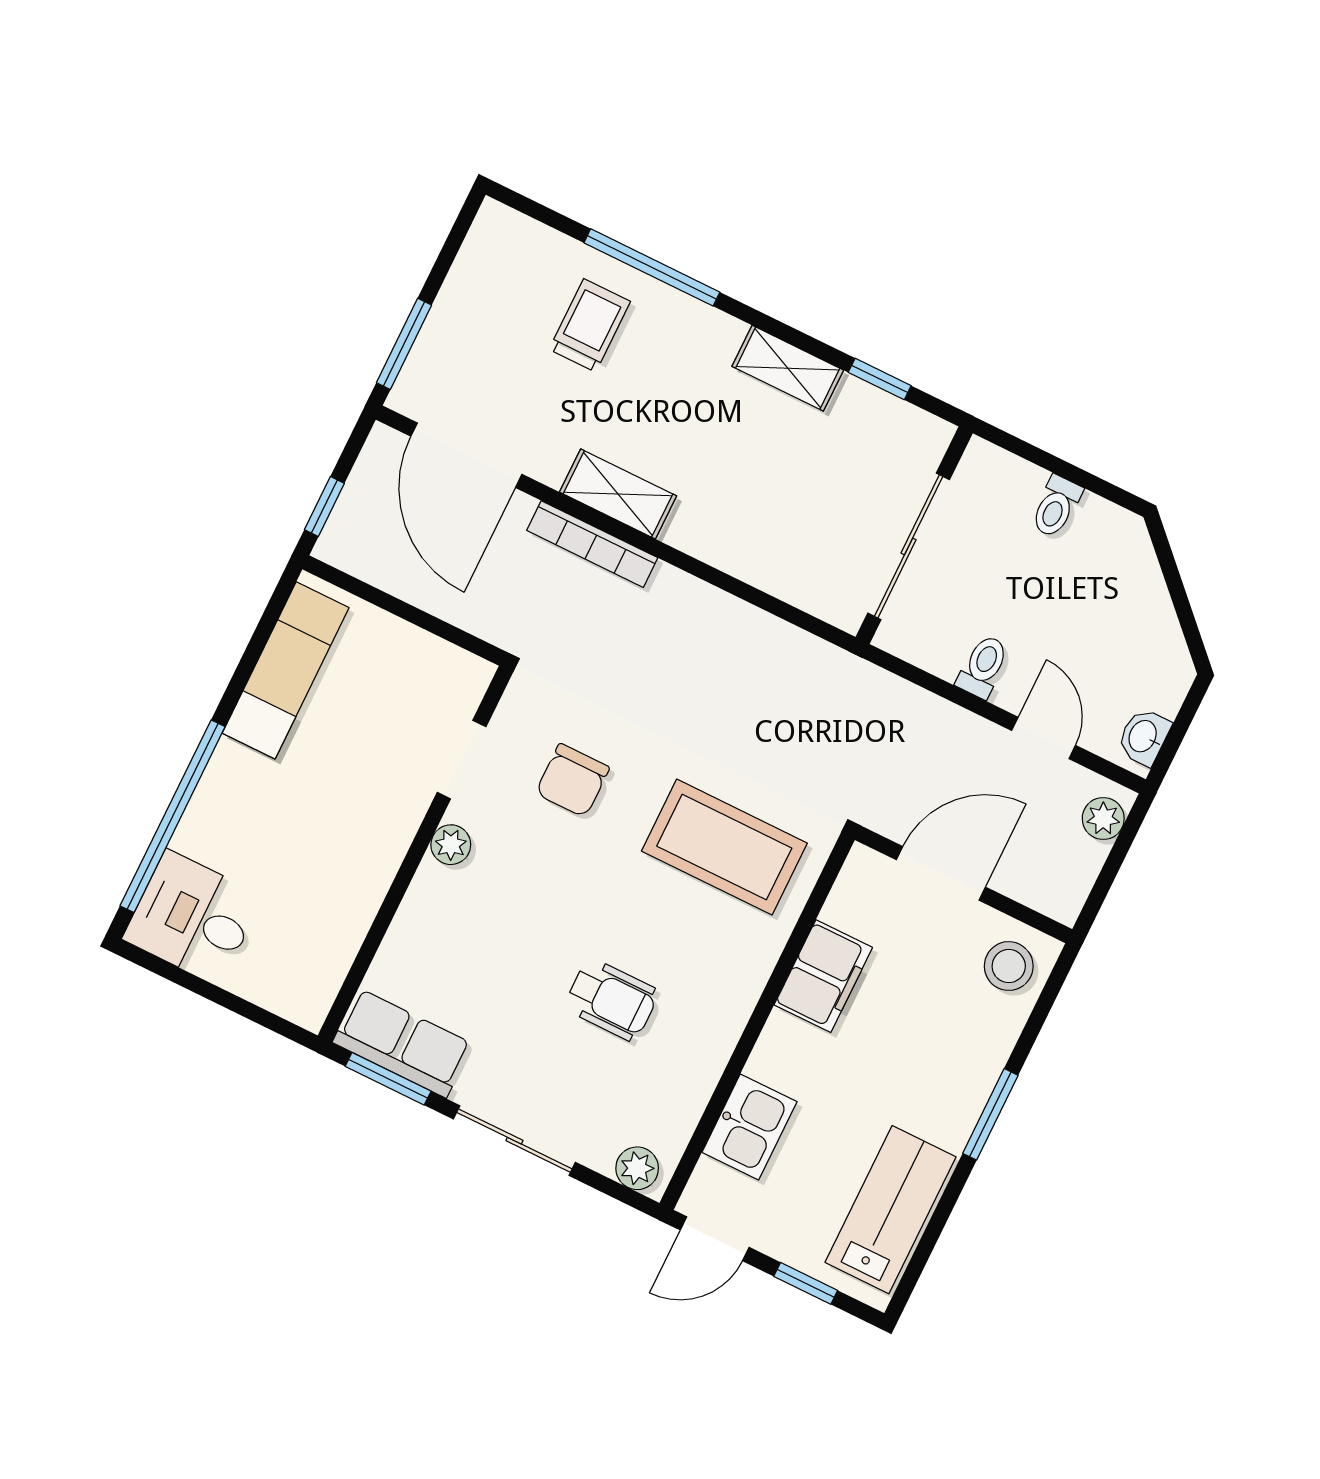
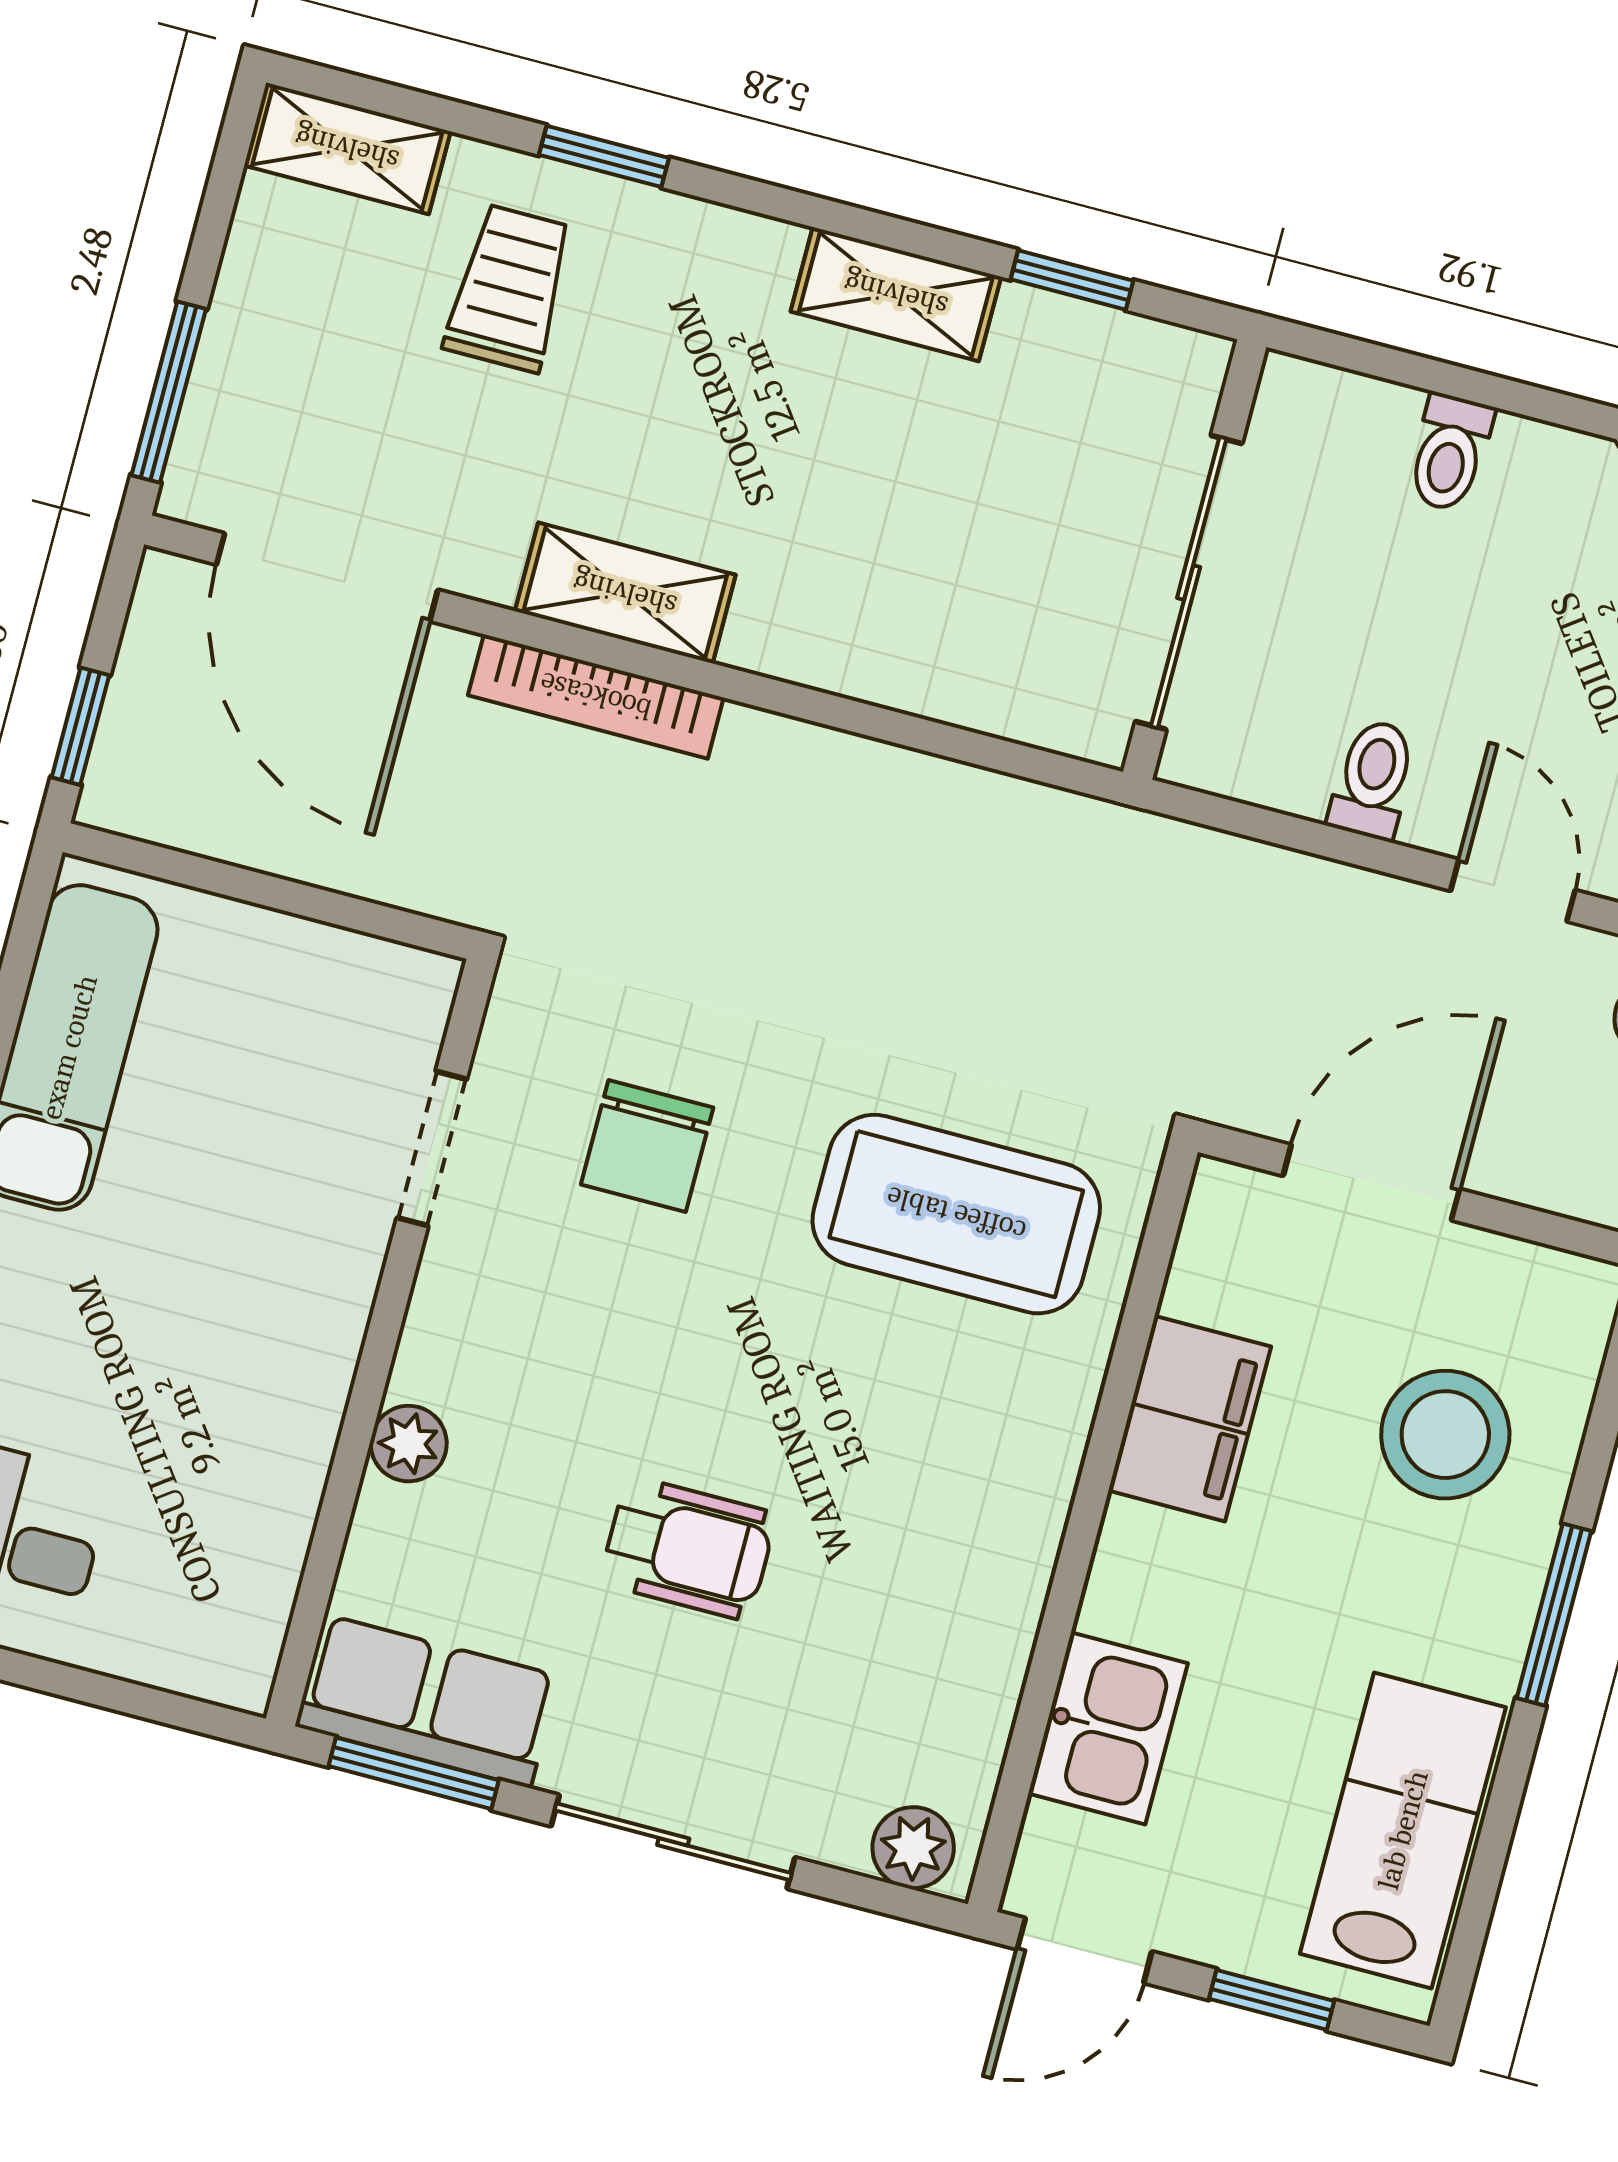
shelving: (521, 237) -> (347, 148), added
window: (652, 267) -> (604, 156), width x0.46
plant: (451, 845) -> (409, 1444), moved
stool: (1009, 966) -> (1445, 1435), moved, width x1.38, depth x1.38
wheelchair: (612, 1000) -> (688, 1548), moved

